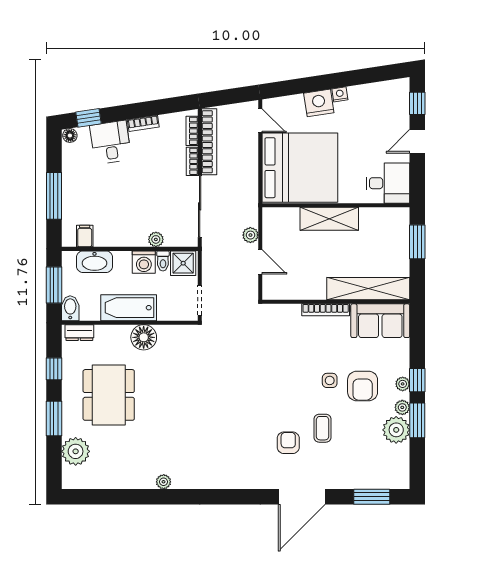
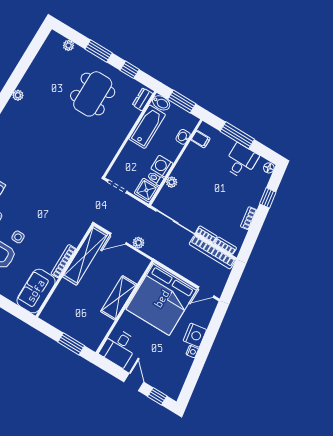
window: (88, 118) -> (268, 198), moved
desk: (111, 142) -> (241, 161), moved, turned -81
washbasin: (94, 262) -> (183, 137), width x0.52, depth x0.69
shelving: (368, 289) -> (85, 255), moved
bathtub: (129, 308) -> (147, 127), moved
floor lamp: (144, 337) -> (115, 138), removed
dining table: (109, 395) -> (93, 94), turned 90
plant: (76, 451) -> (68, 45), width x0.53, depth x0.53

